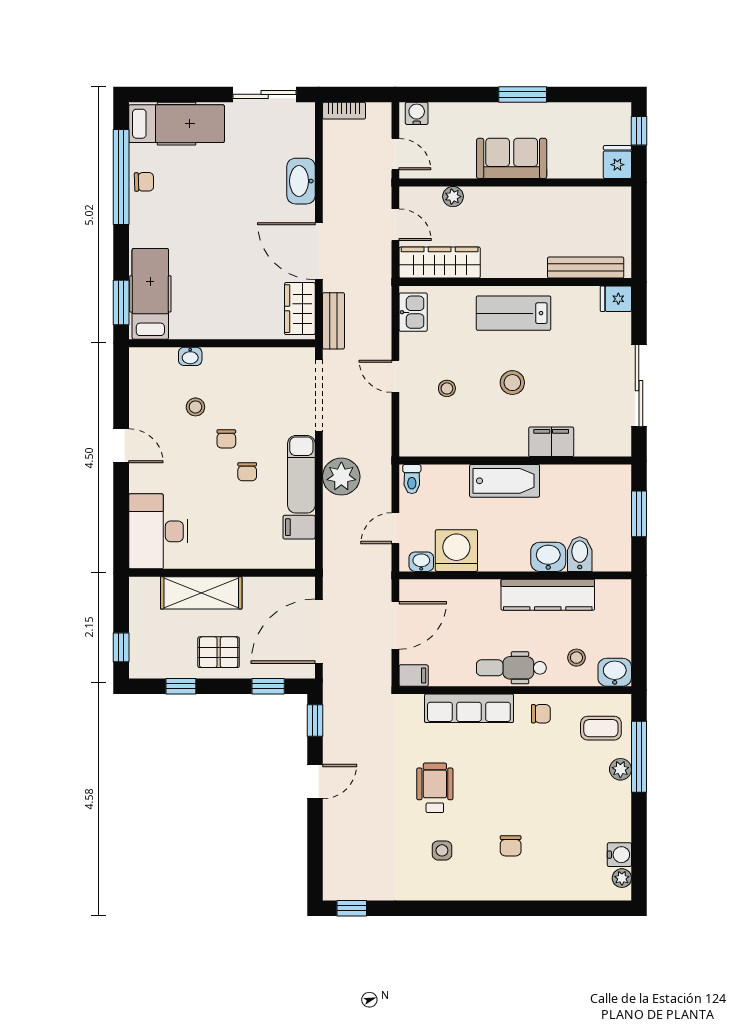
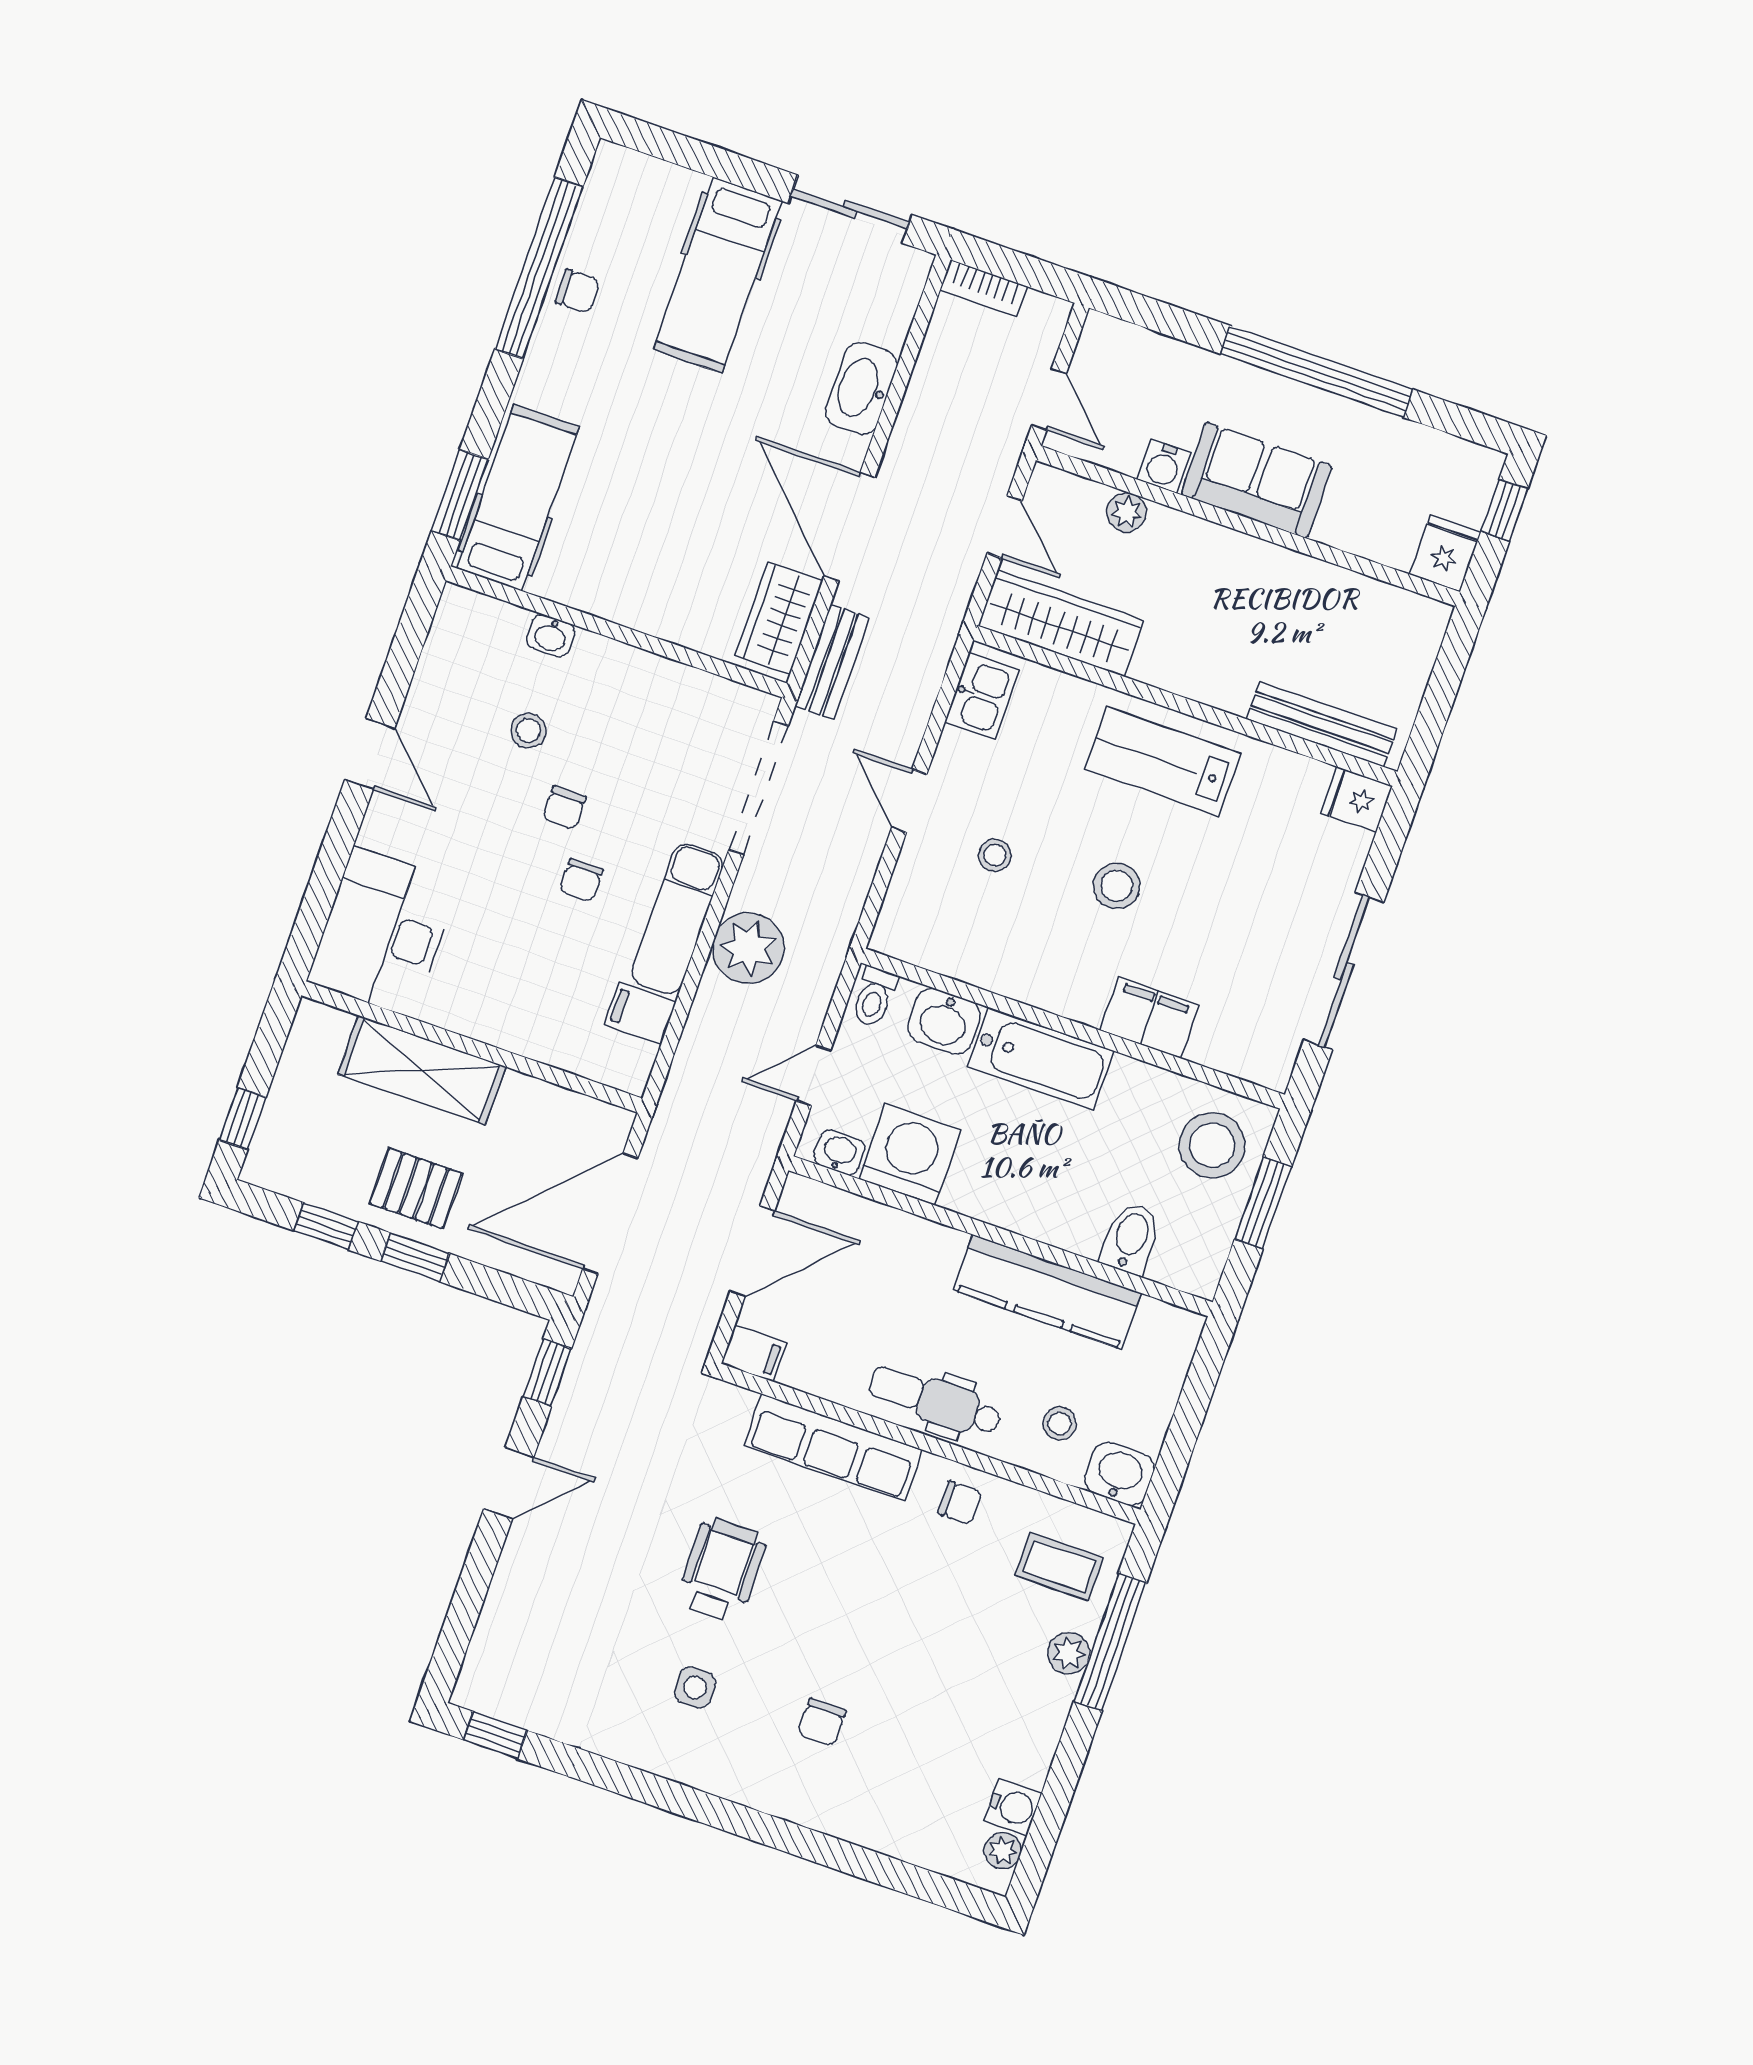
window: (523, 94) -> (1317, 372), width x2.11
water cooler: (417, 113) -> (1164, 466), moved, turned 180
hospital bed: (177, 124) -> (718, 275), moved, turned 90
stool: (604, 494) -> (1212, 1145), added
washbasin: (548, 557) -> (944, 1021), moved, turned 180
window: (268, 686) -> (415, 1257), moved

